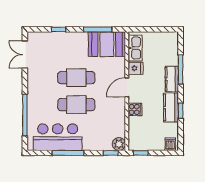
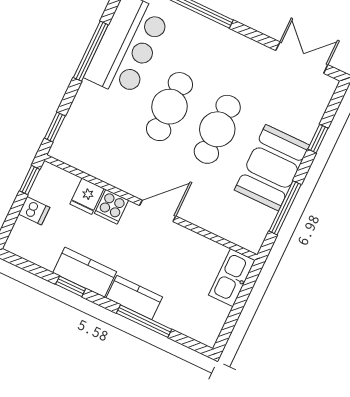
booth: (107, 44) -> (272, 168), moved
kitchen sink: (135, 48) -> (232, 278), moved, turned 90
fridge: (136, 68) -> (87, 196), moved
door: (127, 87) -> (158, 211), hinge flipped
plant: (119, 144) -> (64, 149), removed
dishwasher: (170, 144) -> (34, 211), moved

